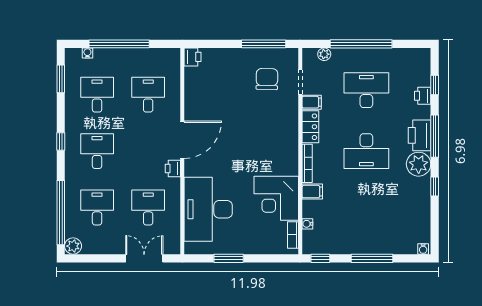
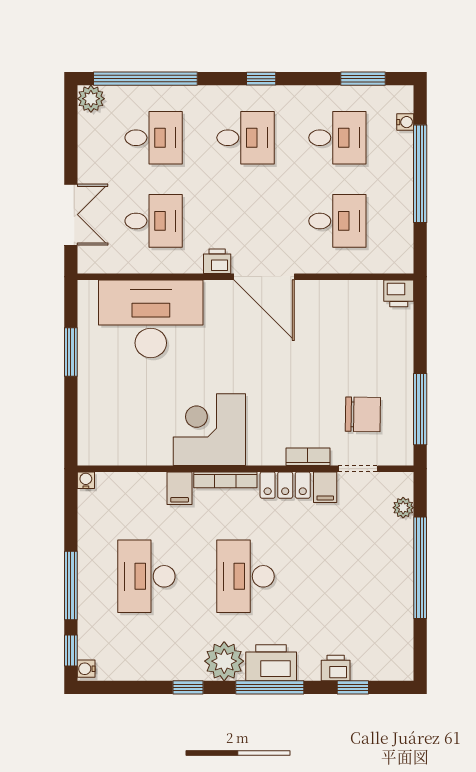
desk: (366, 90) -> (146, 576), moved, turned 180
corner desk: (276, 198) -> (209, 430), moved
water cooler: (307, 224) -> (86, 480), moved
bookcase: (293, 235) -> (308, 457), moved
window: (320, 258) -> (71, 650), moved

